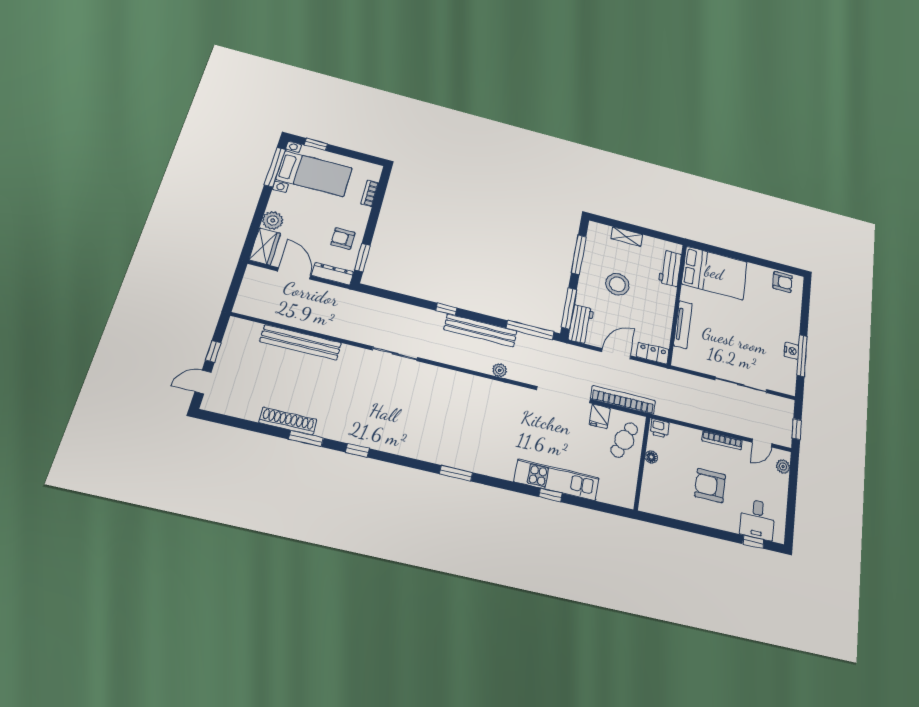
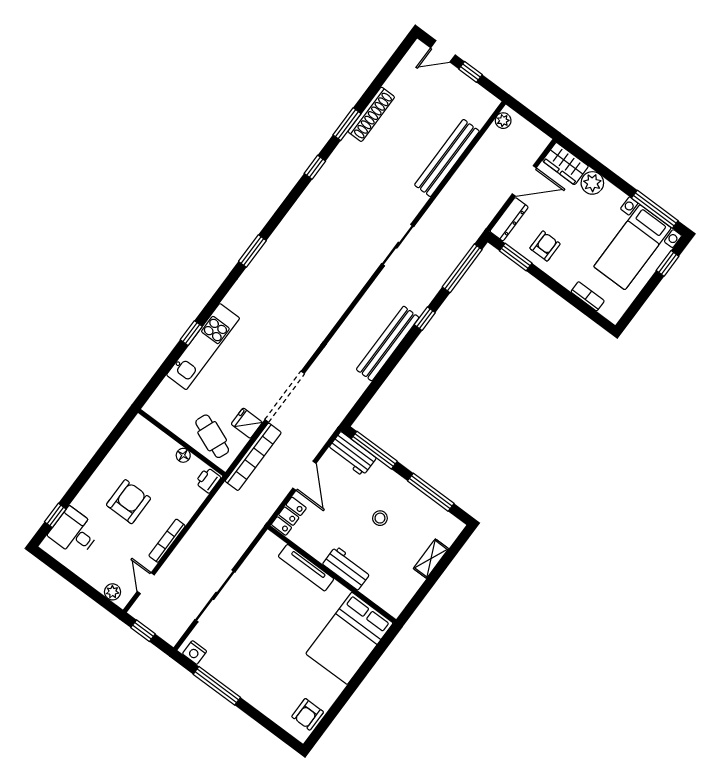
workbench: (670, 268) -> (347, 568), moved
stool: (617, 284) -> (380, 518), width x0.53, depth x0.53
window: (530, 330) -> (462, 268), moved
nightstand: (791, 351) -> (195, 652), moved
plant: (500, 370) -> (503, 121), moved
door: (203, 382) -> (443, 51), swing flipped

